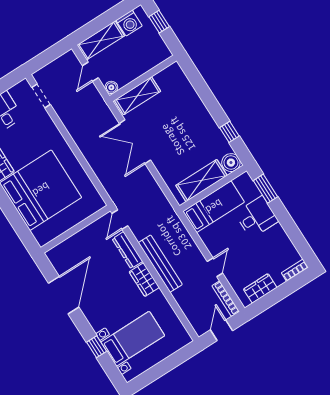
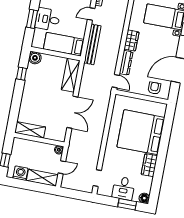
shelving: (138, 96) -> (30, 130), moved
shelving: (201, 181) -> (71, 75), moved, turned 90
window: (265, 189) -> (32, 19), moved
door: (120, 220) -> (116, 81), hinge flipped
armchair: (71, 251) -> (154, 88), added
bench: (160, 264) -> (92, 44), moved

